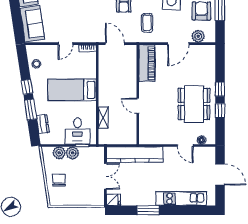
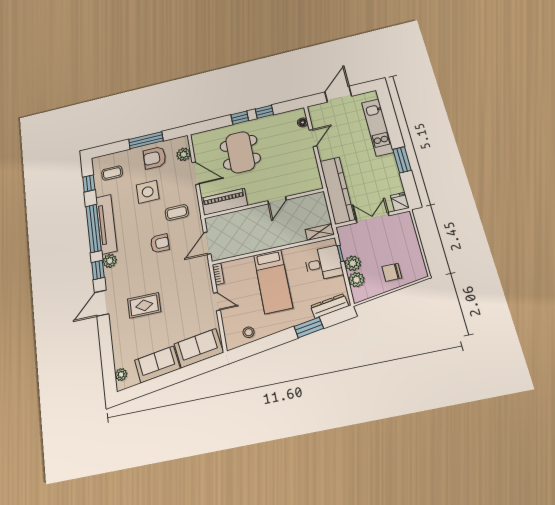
window: (27, 87) -> (280, 338), removed
dining table: (194, 104) -> (240, 152), moved, turned 90
shelving: (103, 118) -> (320, 232), moved
dresser: (43, 124) -> (329, 306), width x1.44

